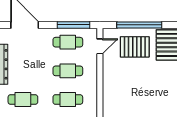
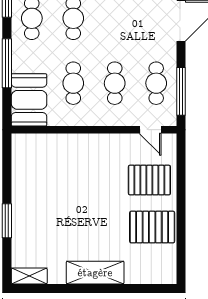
window: (139, 25) -> (181, 187), removed
pallet: (135, 47) -> (149, 180), turned 90

